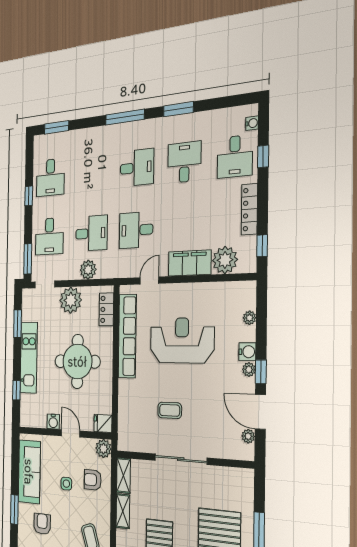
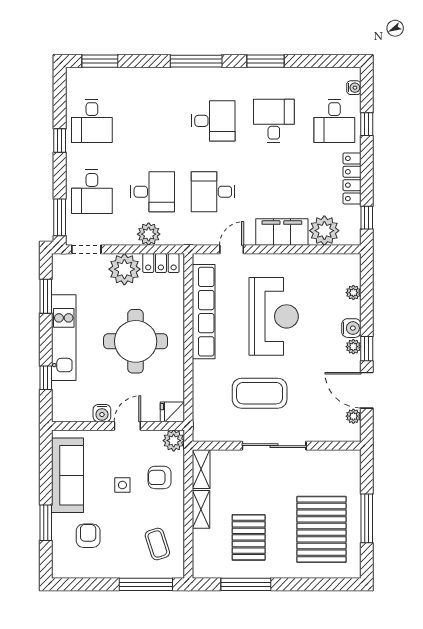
locker: (106, 309) -> (161, 263), moved, turned -90
reception desk: (182, 340) -> (274, 316), turned 90
coffee table: (170, 410) -> (260, 393), width x1.86, depth x1.72
door: (71, 433) -> (127, 426), hinge flipped

